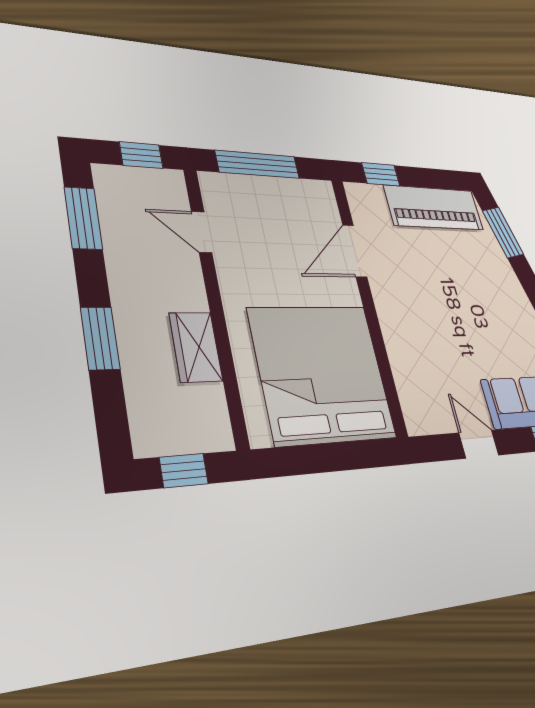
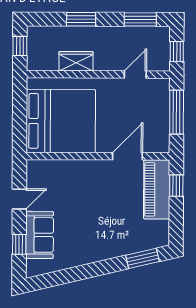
piano: (434, 208) -> (157, 189), moved
door: (355, 251) -> (127, 156), hinge flipped

